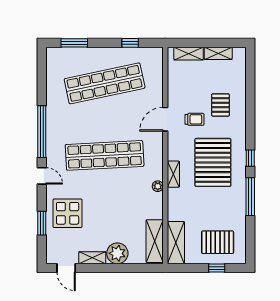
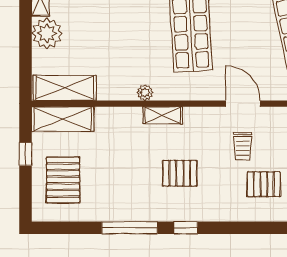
pallet: (213, 162) -> (180, 173), width x0.49, depth x0.50
window: (217, 268) -> (25, 154), moved

